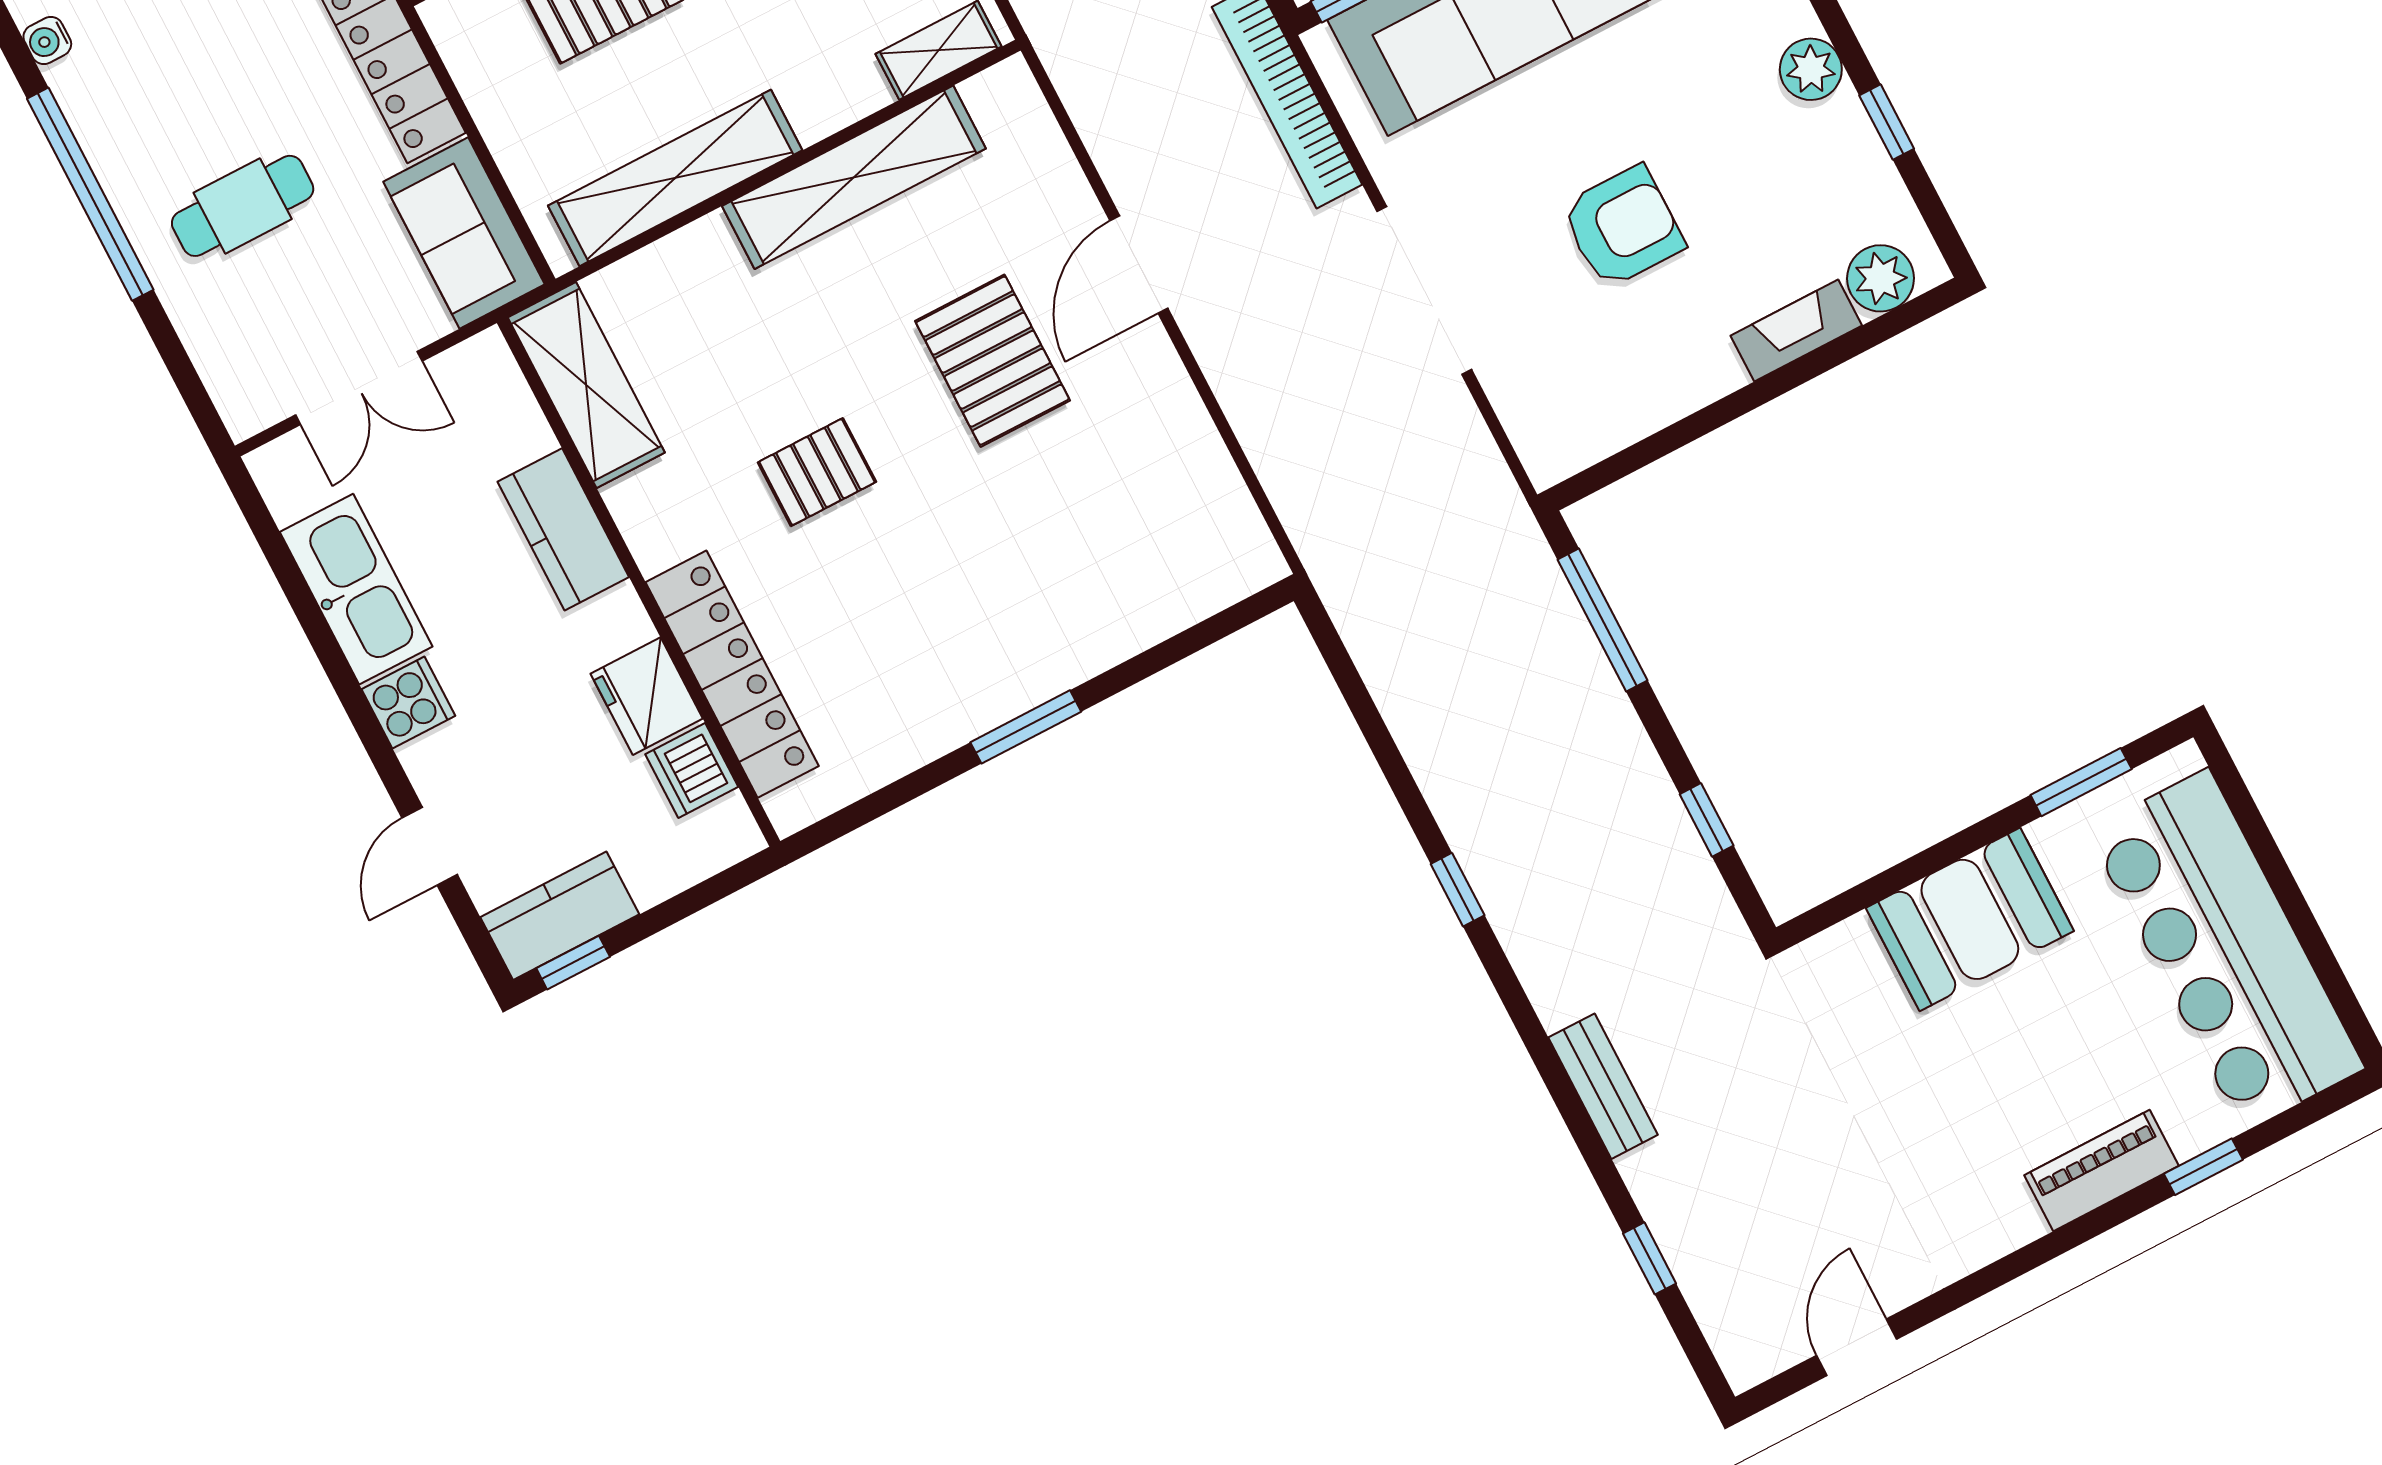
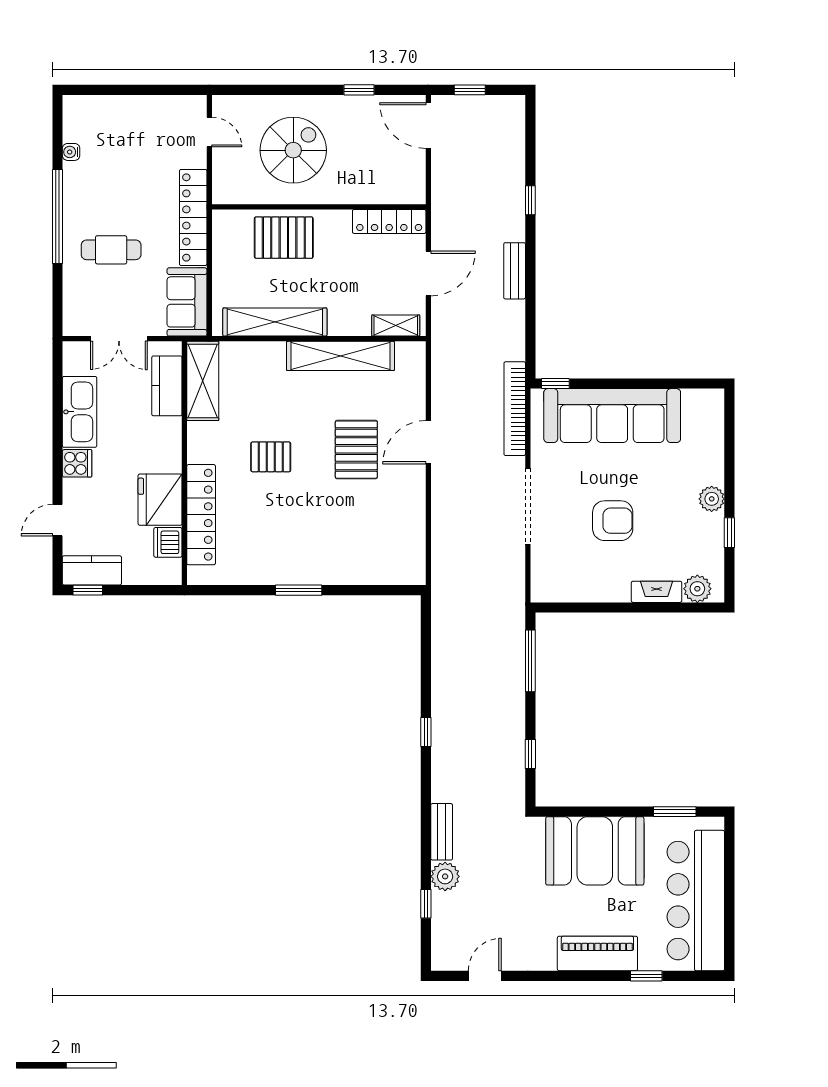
kitchen counter: (563, 529) -> (167, 386), moved
fridge: (647, 696) -> (160, 500), width x1.36, depth x1.34
booth: (1970, 919) -> (595, 851), width x1.36, depth x1.42
piano: (2101, 1170) -> (597, 953), width x1.37, depth x1.33
plant: (1660, 1178) -> (445, 876), added

